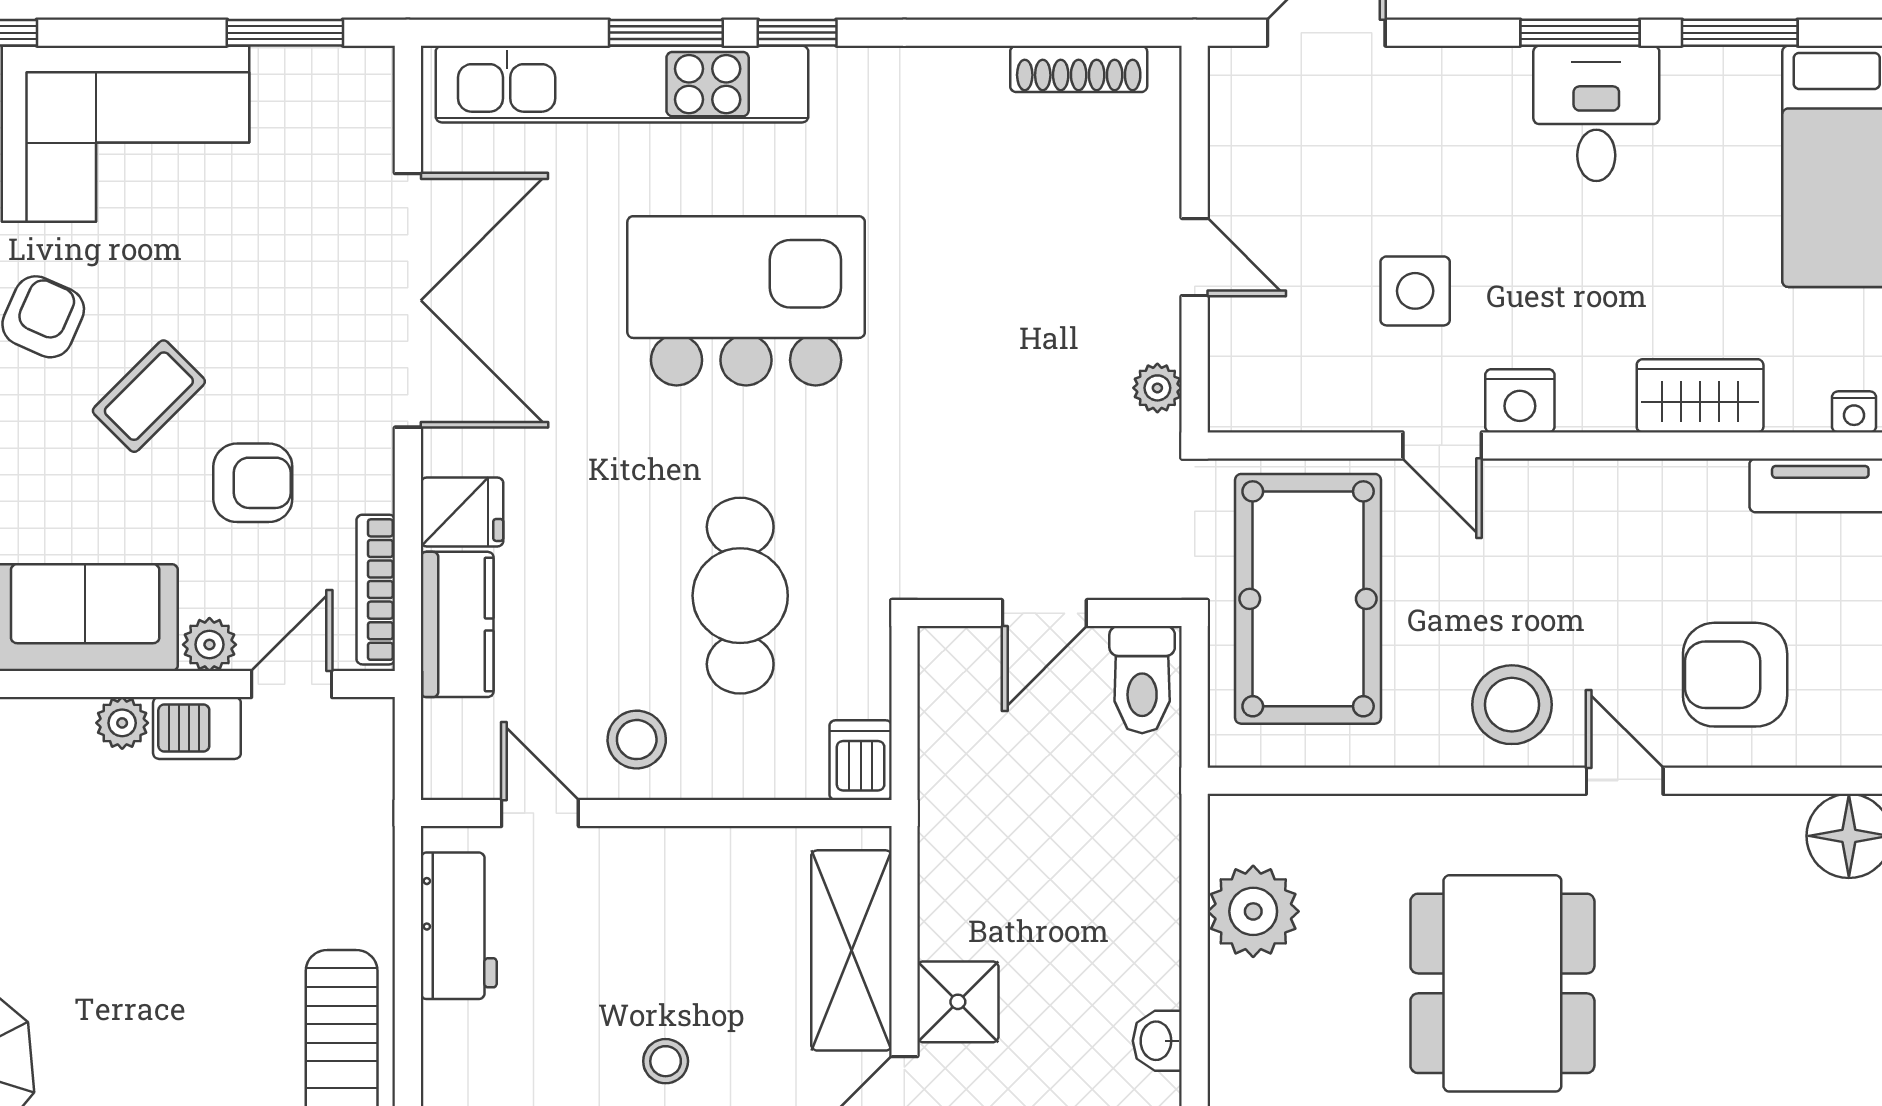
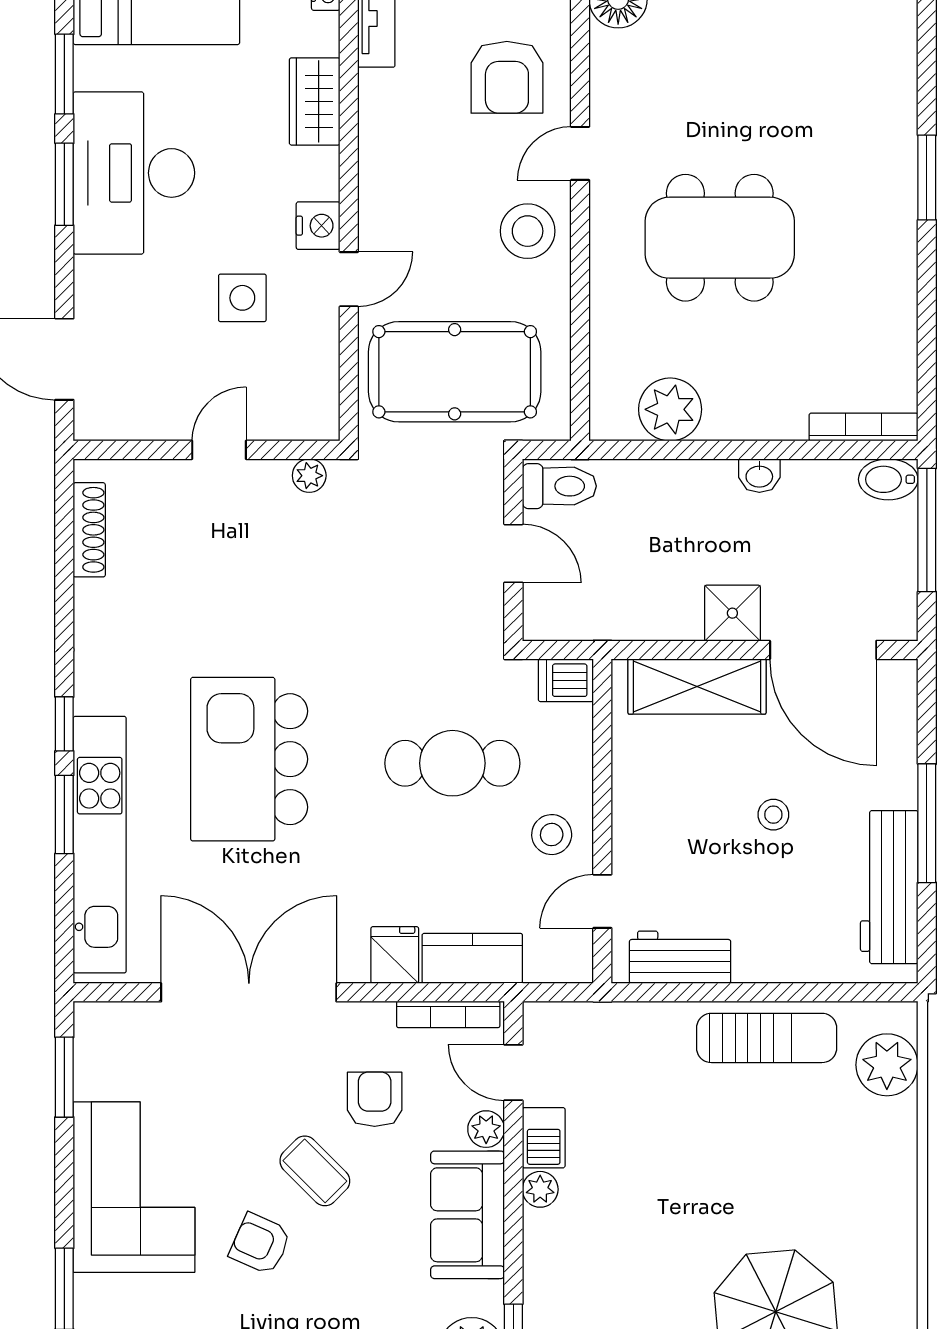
desk: (1596, 113) -> (134, 173), width x1.87, depth x1.30
door: (1044, 613) -> (513, 553), moved
wall: (1050, 613) -> (513, 550), moved
toilet: (1142, 680) -> (559, 486), moved

